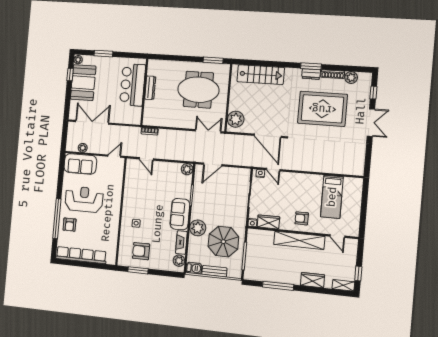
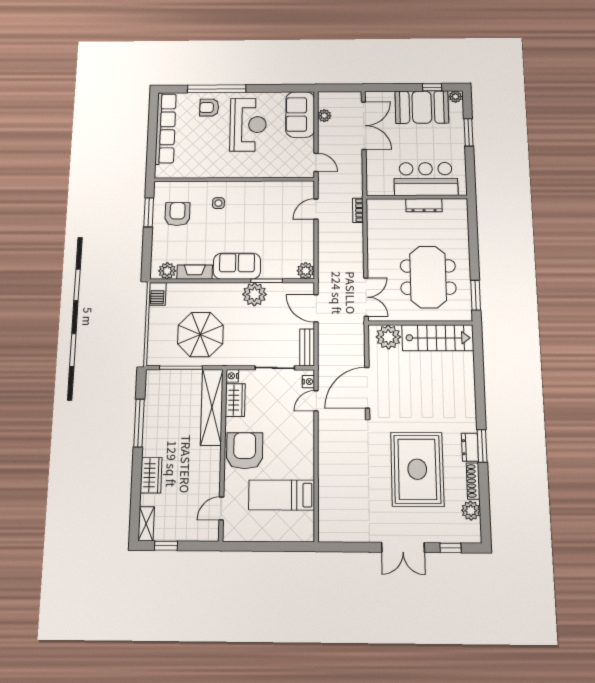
stairs: (261, 75) -> (438, 338), moved, turned -90
armchair: (302, 218) -> (245, 451), width x1.88, depth x1.88
plant: (198, 228) -> (255, 294), moved
shelving: (299, 240) -> (212, 407), moved
bench: (214, 271) -> (307, 347), moved

